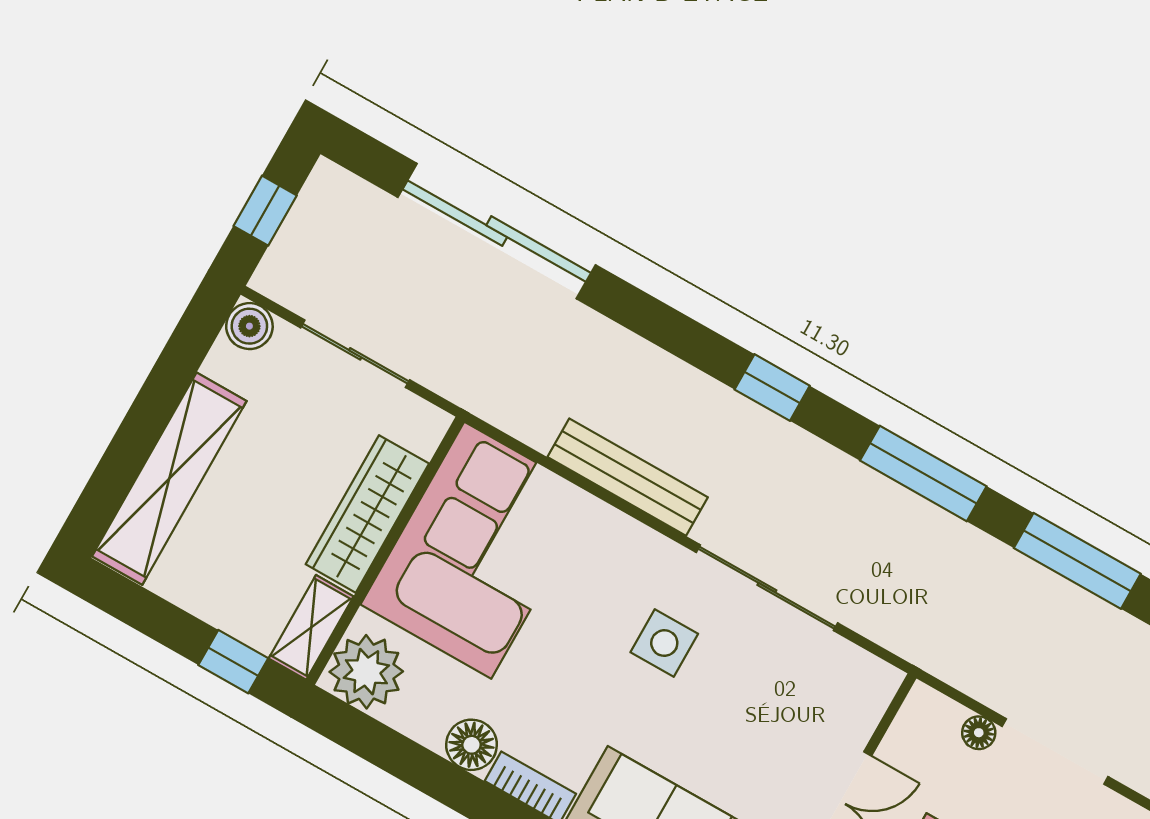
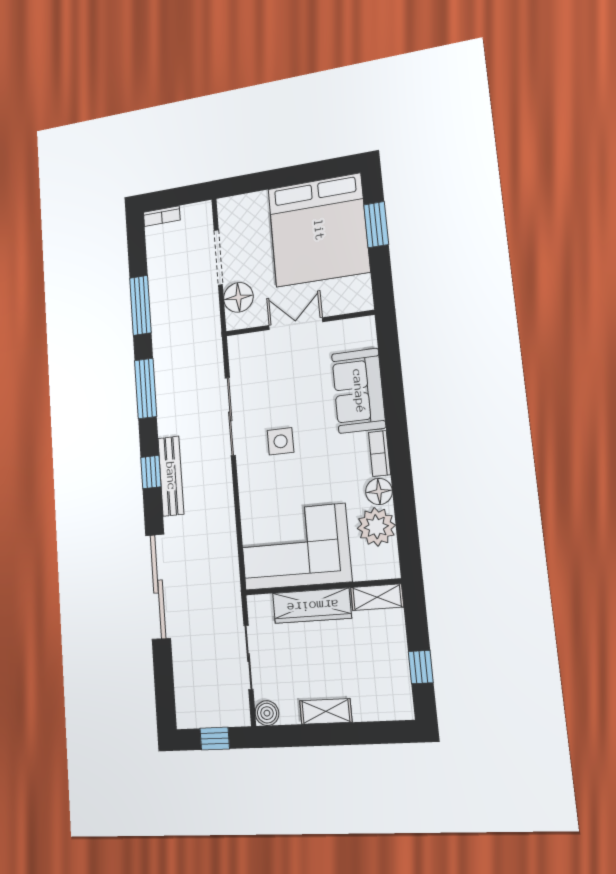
sliding door: (497, 231) -> (158, 587), moved
bench: (628, 477) -> (171, 476), moved
shelving: (169, 479) -> (326, 711), width x0.45, depth x0.75
window: (233, 662) -> (421, 667), moved
plant: (366, 672) -> (376, 527), moved
floor lamp: (979, 733) -> (238, 297), width x1.89, depth x1.89

